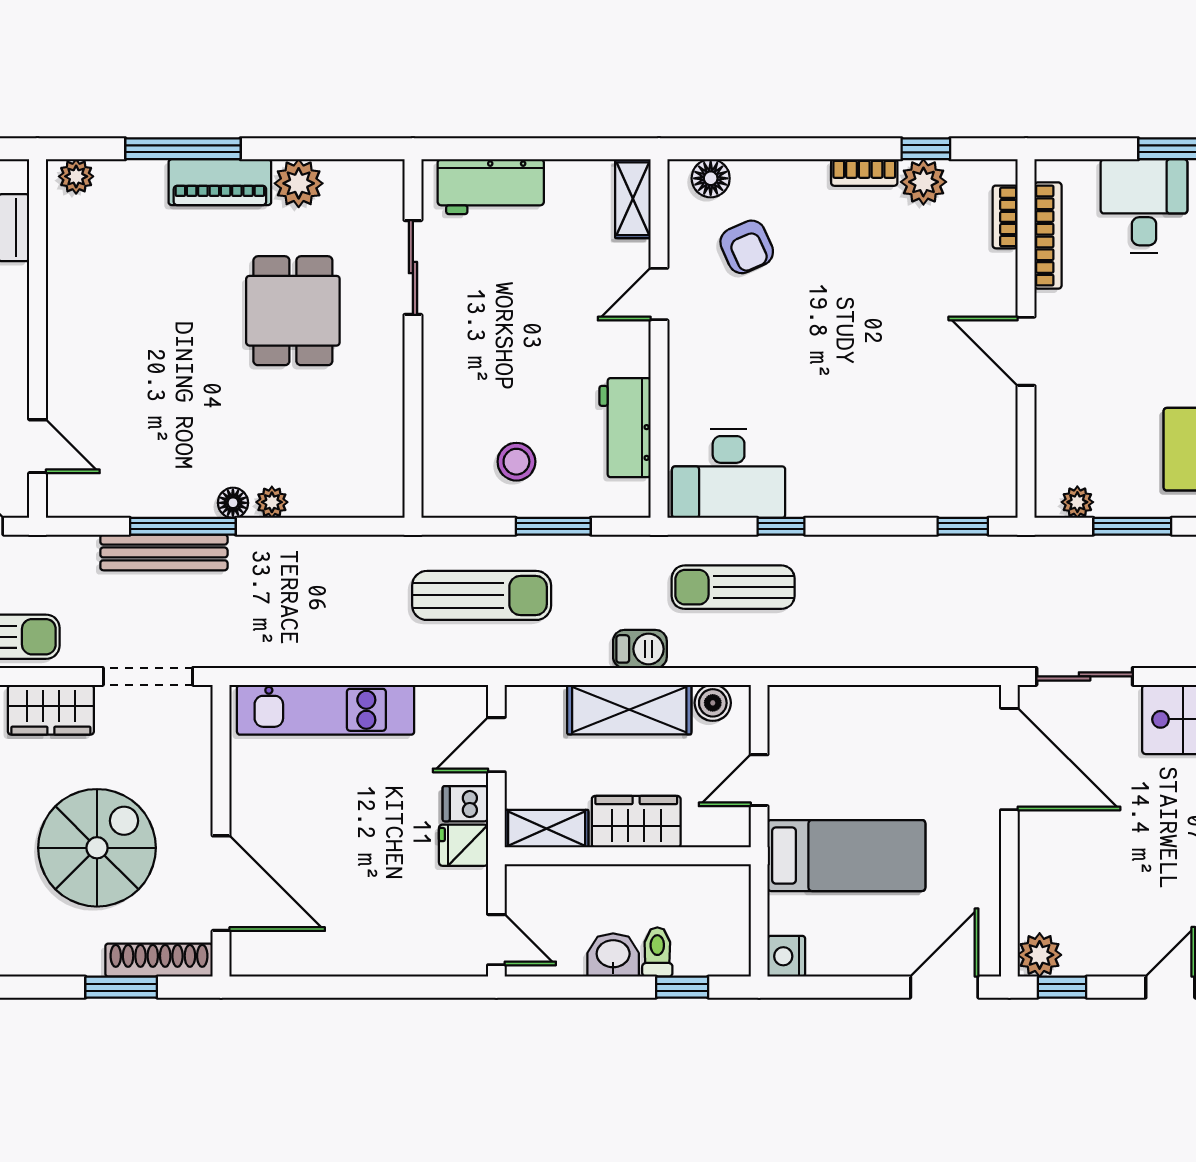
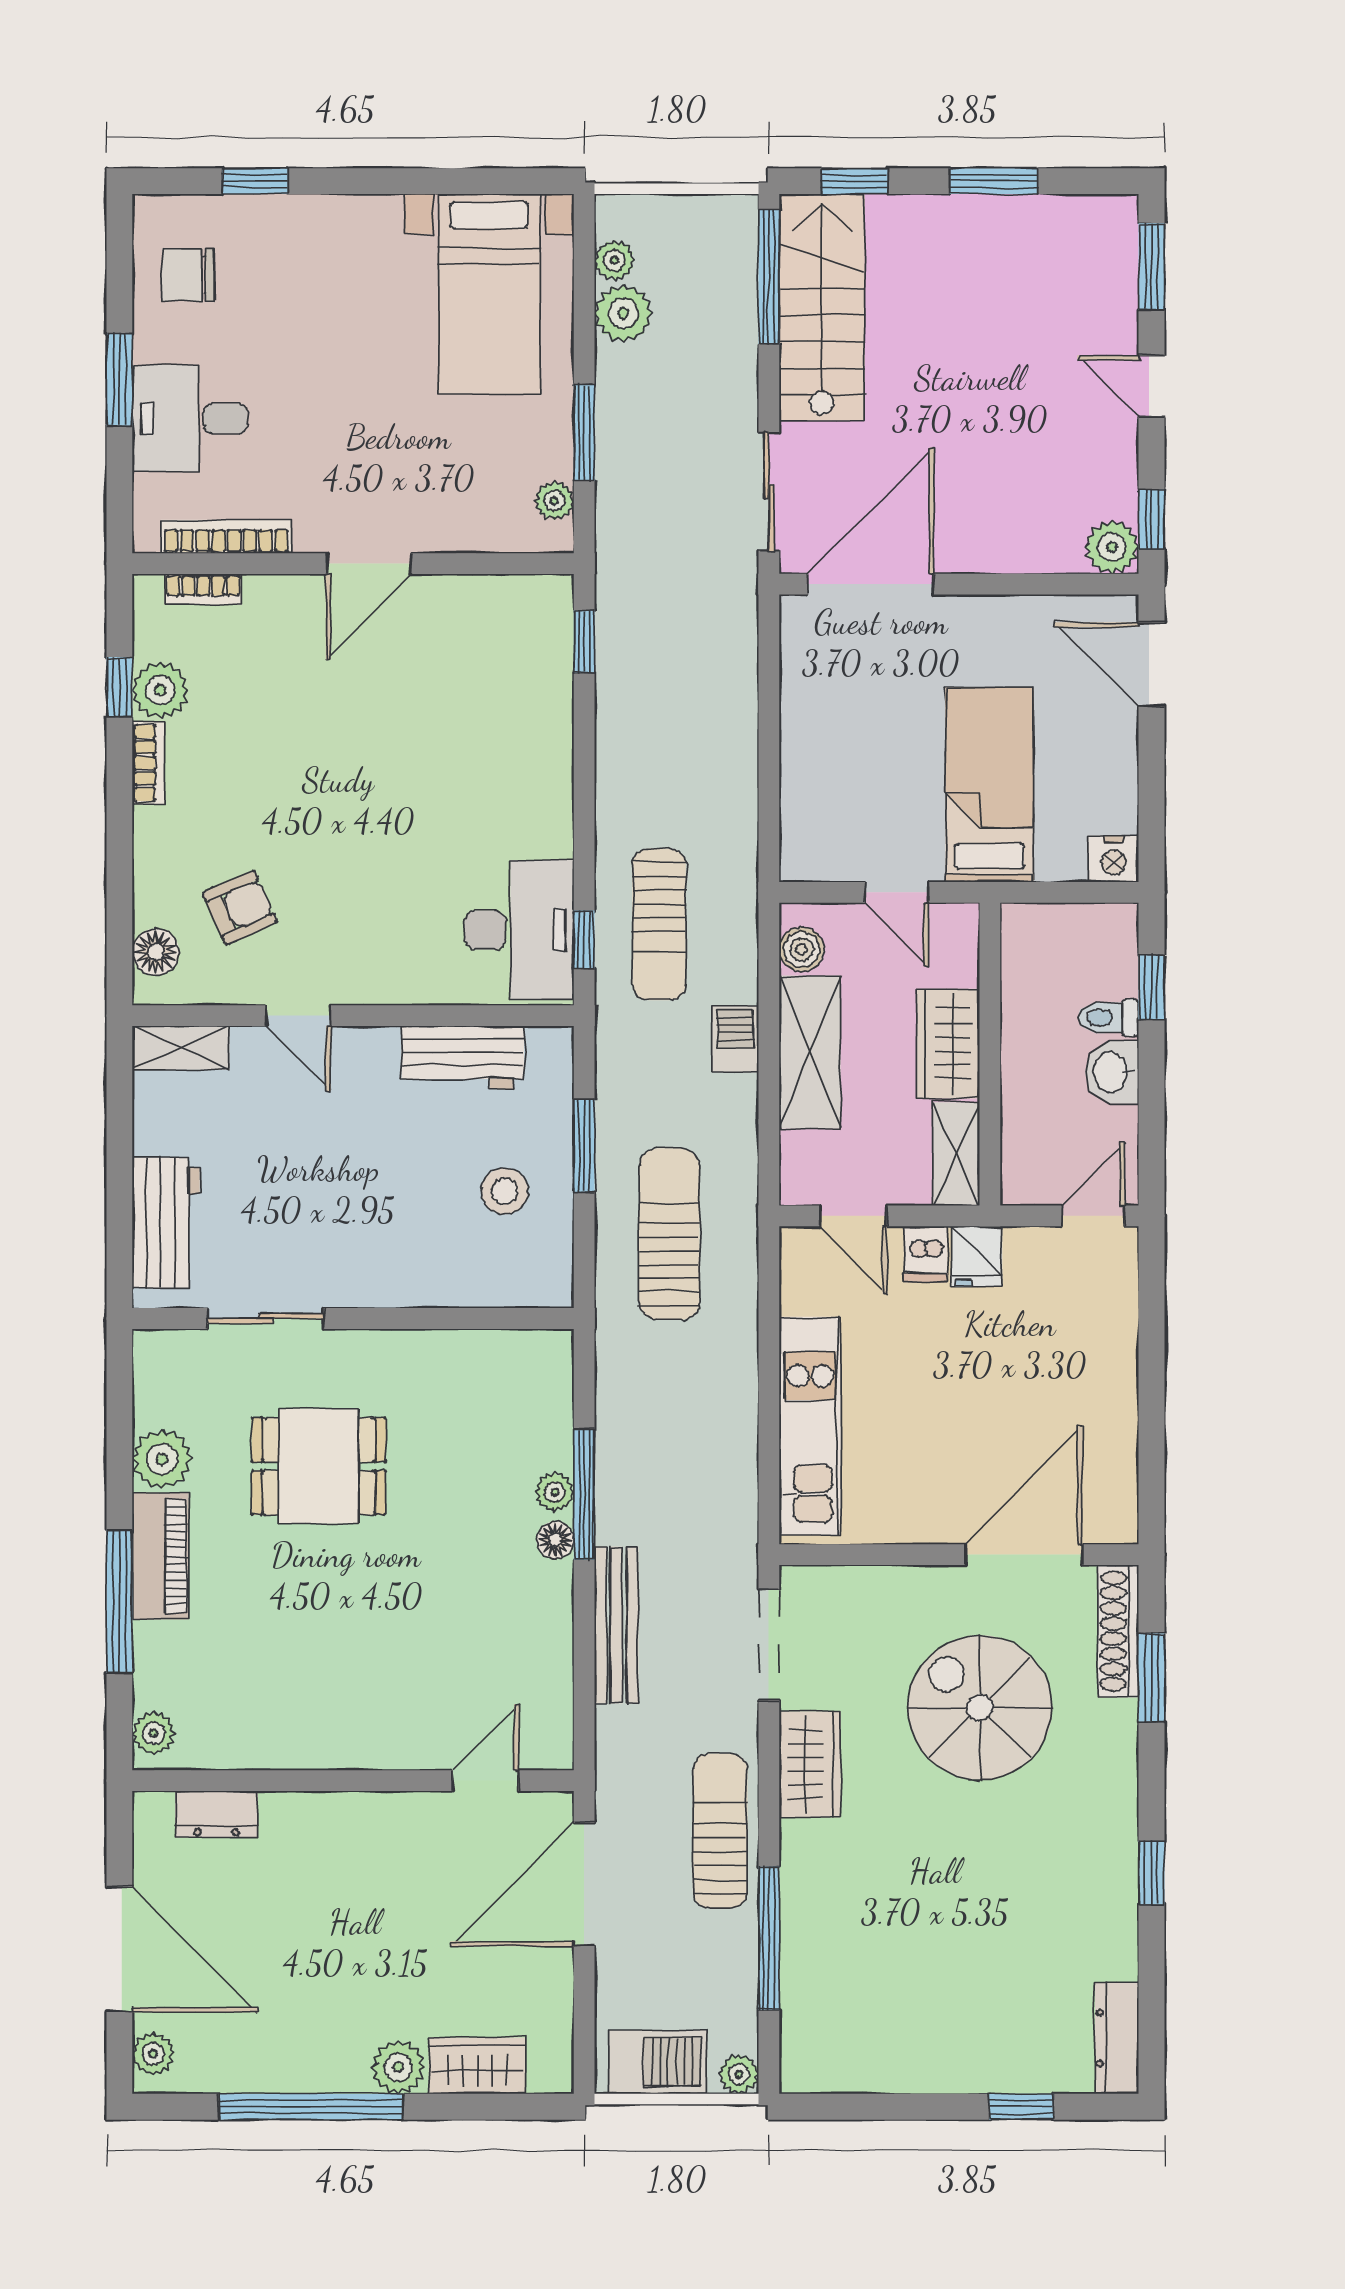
window: (183, 526) -> (584, 1494), moved
window: (781, 526) -> (584, 939), moved

